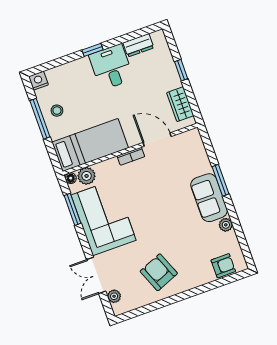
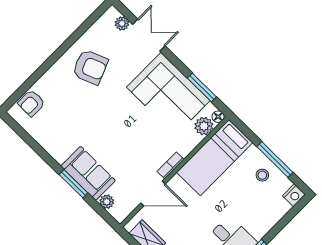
sofa: (209, 198) -> (88, 173), moved
plant: (226, 225) -> (107, 202), moved

